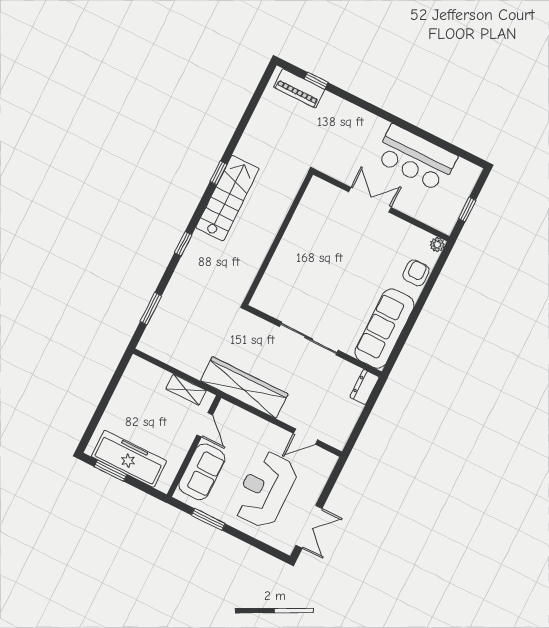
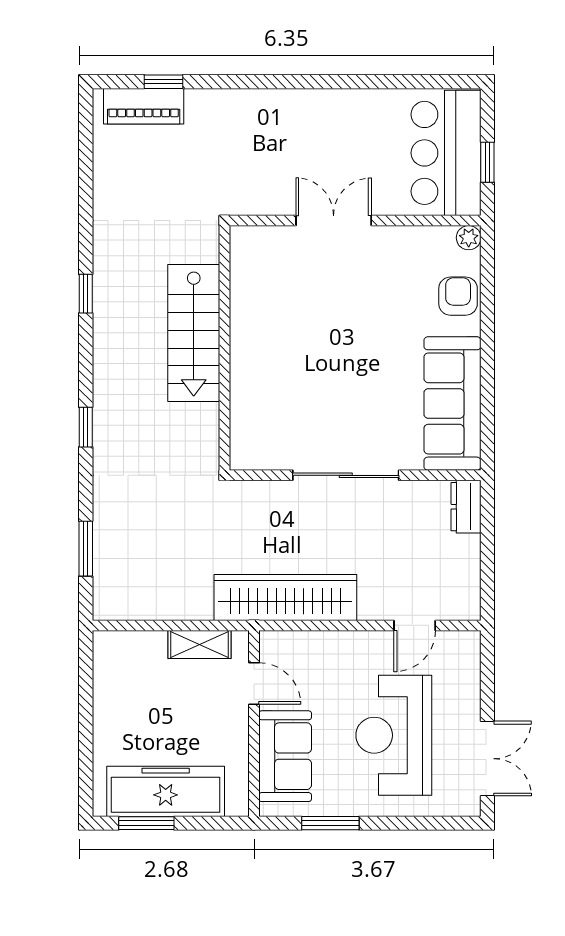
bar counter: (416, 158) -> (446, 153), moved, turned 90
stairs: (227, 198) -> (194, 333), moved, turned 180

